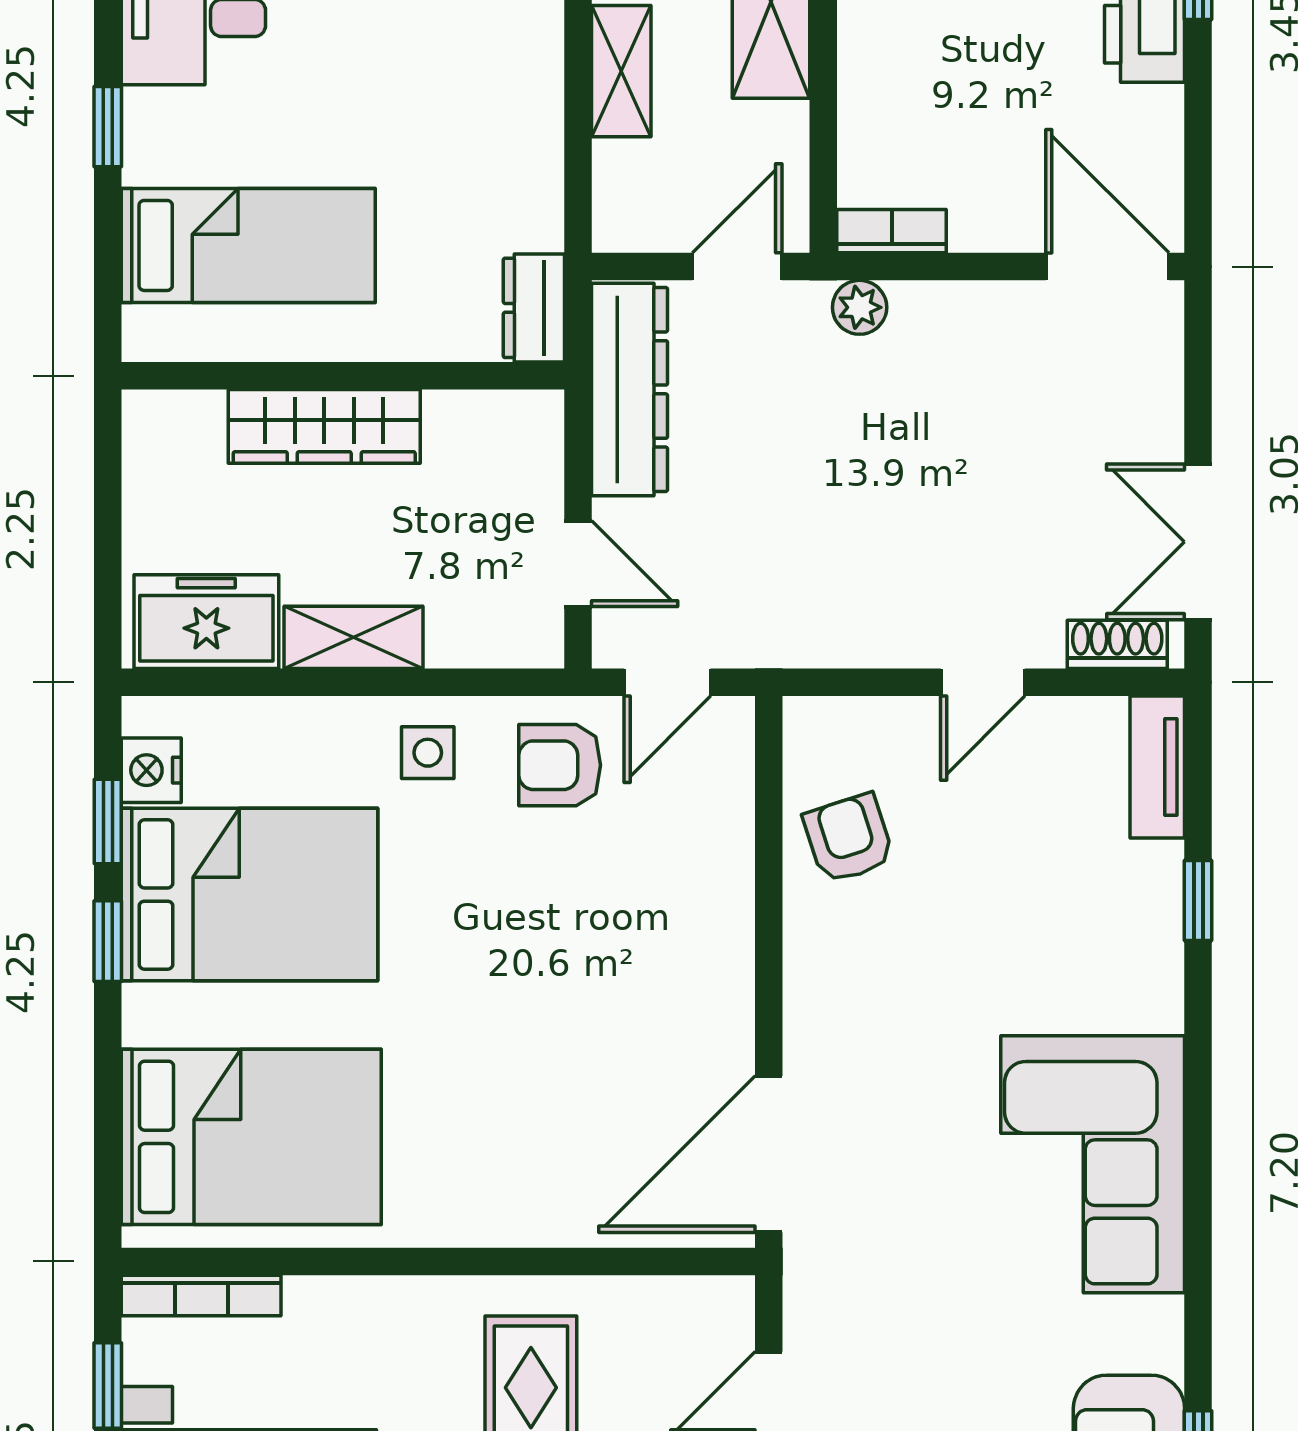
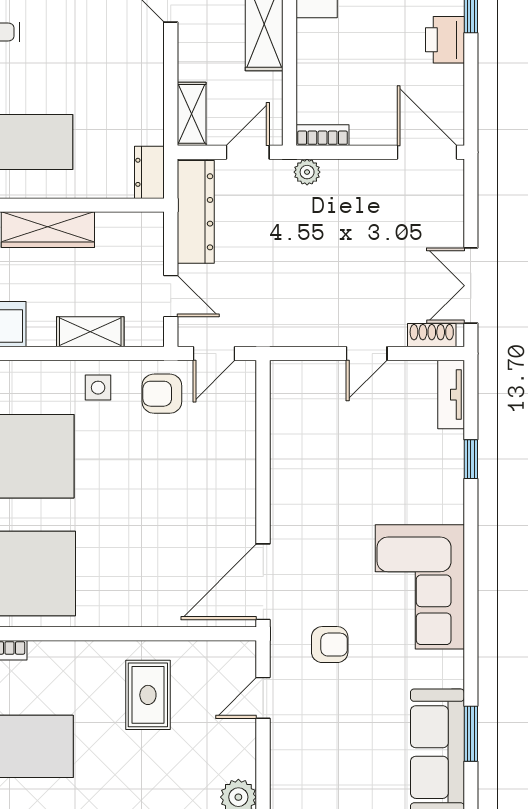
shelving: (621, 71) -> (192, 114), moved
shelving: (353, 637) -> (90, 332), moved
armchair: (849, 838) -> (330, 645), moved, turned 108

